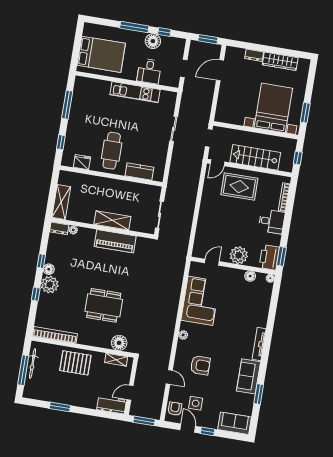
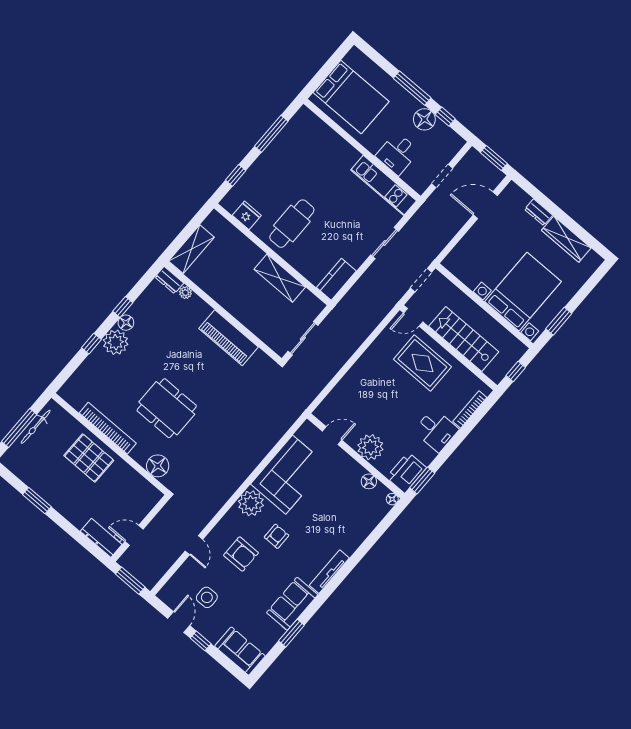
kitchen unit: (135, 92) -> (384, 185), moved
kitchen counter: (139, 172) -> (336, 279), moved, turned -90
shelving: (112, 220) -> (280, 278), moved
bookcase: (55, 335) -> (108, 428), moved
plant: (183, 335) -> (251, 503), width x1.88, depth x1.88
shelving: (116, 360) -> (141, 484), removed
armchair: (175, 409) -> (276, 536), moved

